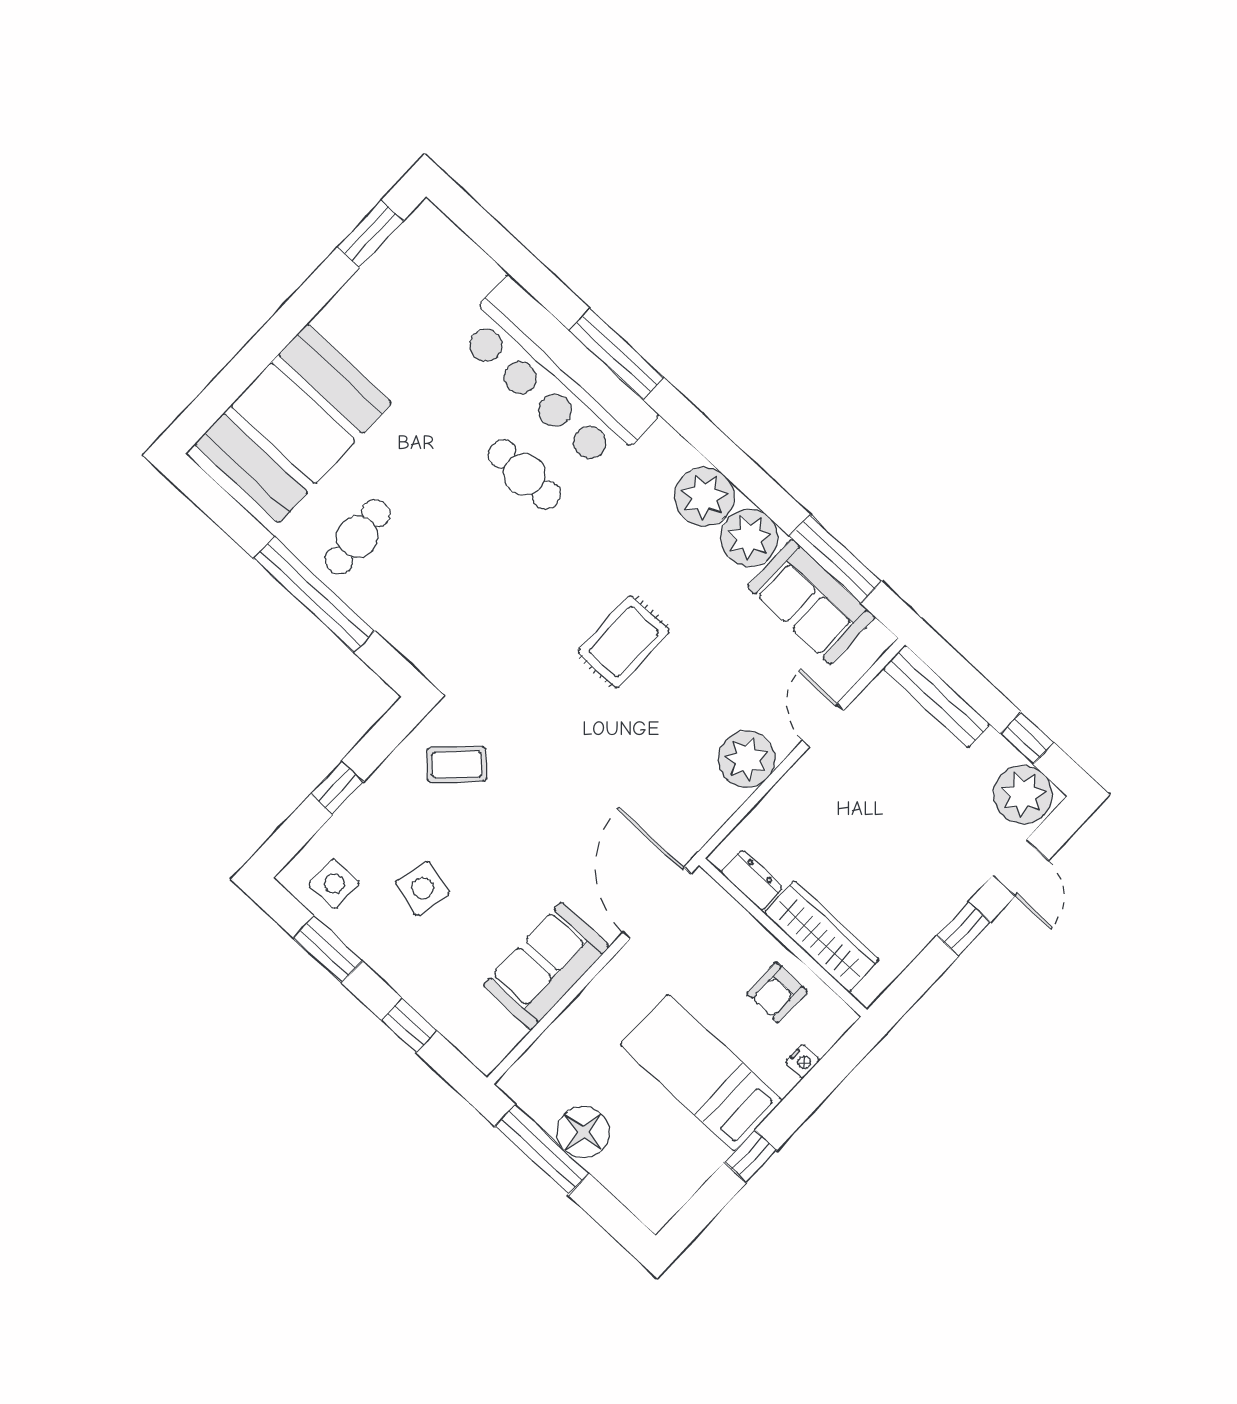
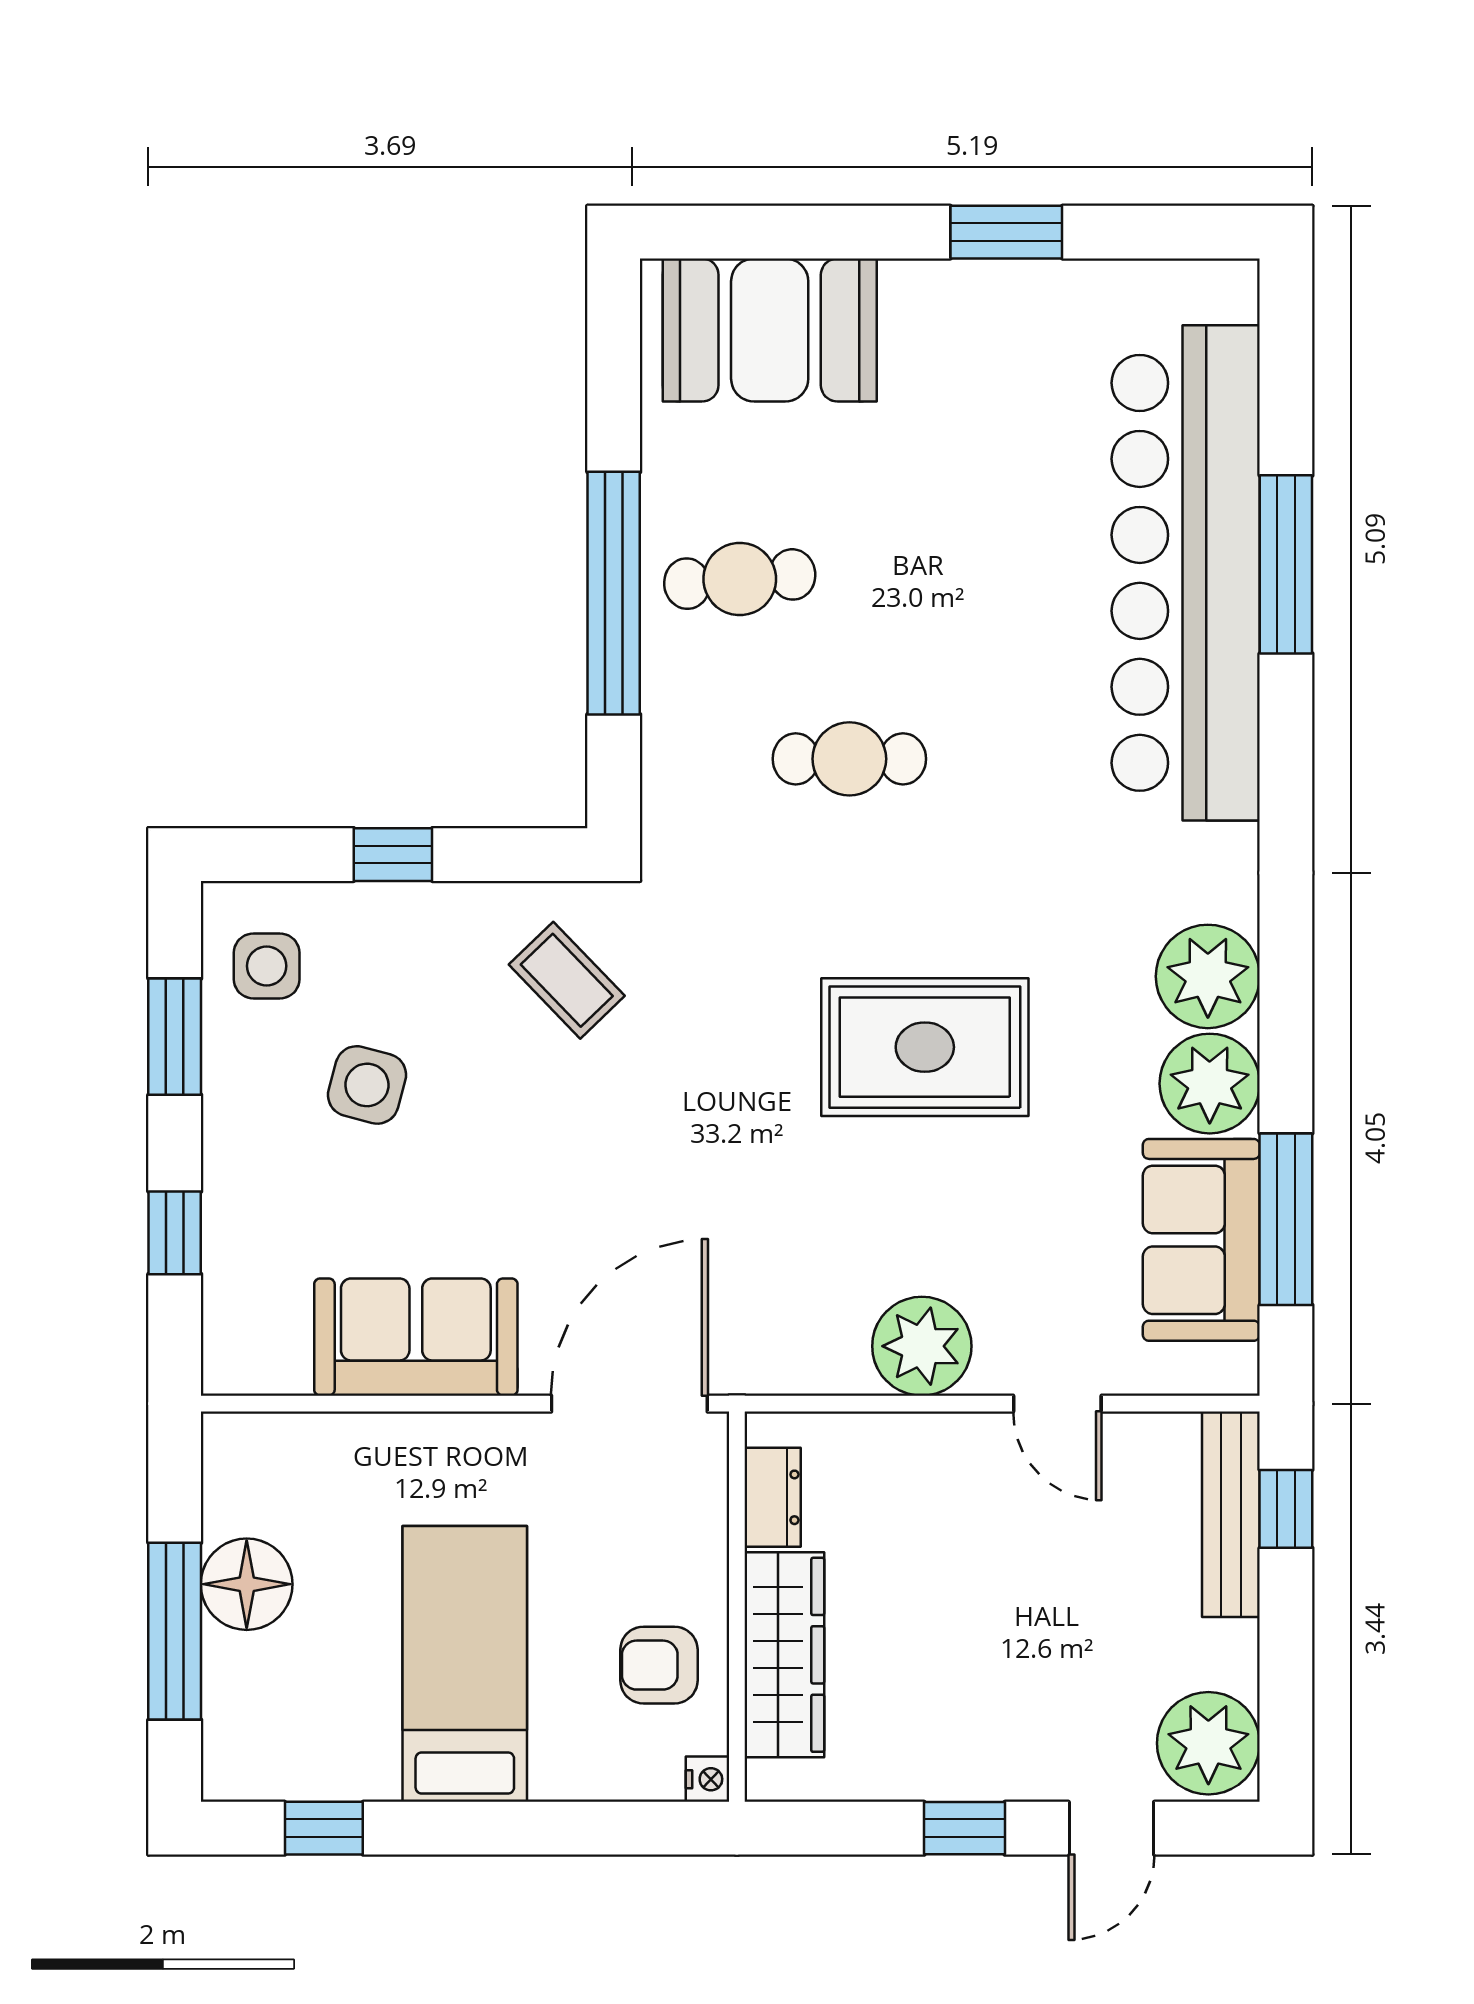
window: (370, 234) -> (1006, 232), moved
window: (617, 354) -> (1286, 564), moved
bar counter: (555, 375) -> (1186, 573), width x1.36
booth: (293, 423) -> (770, 330), width x0.73, depth x0.70
cafe table: (524, 475) -> (849, 759), moved, turned 90
rug: (624, 642) -> (925, 1047), width x1.36, depth x1.43
door: (823, 725) -> (1057, 1404), swing flipped
window: (1027, 738) -> (1286, 1509), moved
nightstand: (803, 1061) -> (708, 1779), moved, turned -90
window: (542, 1150) -> (175, 1631), moved
window: (751, 1156) -> (324, 1828), moved

